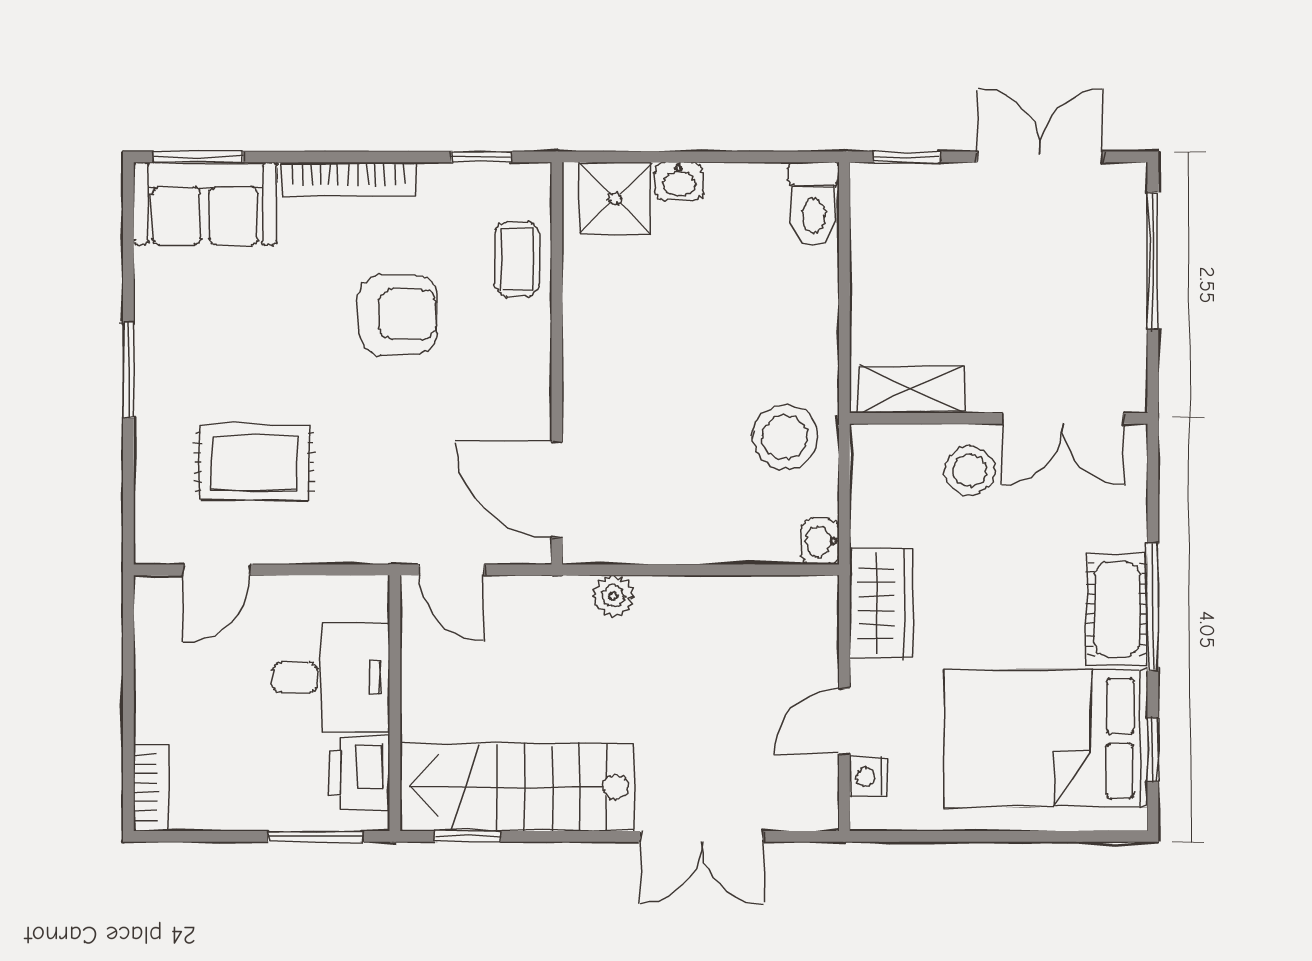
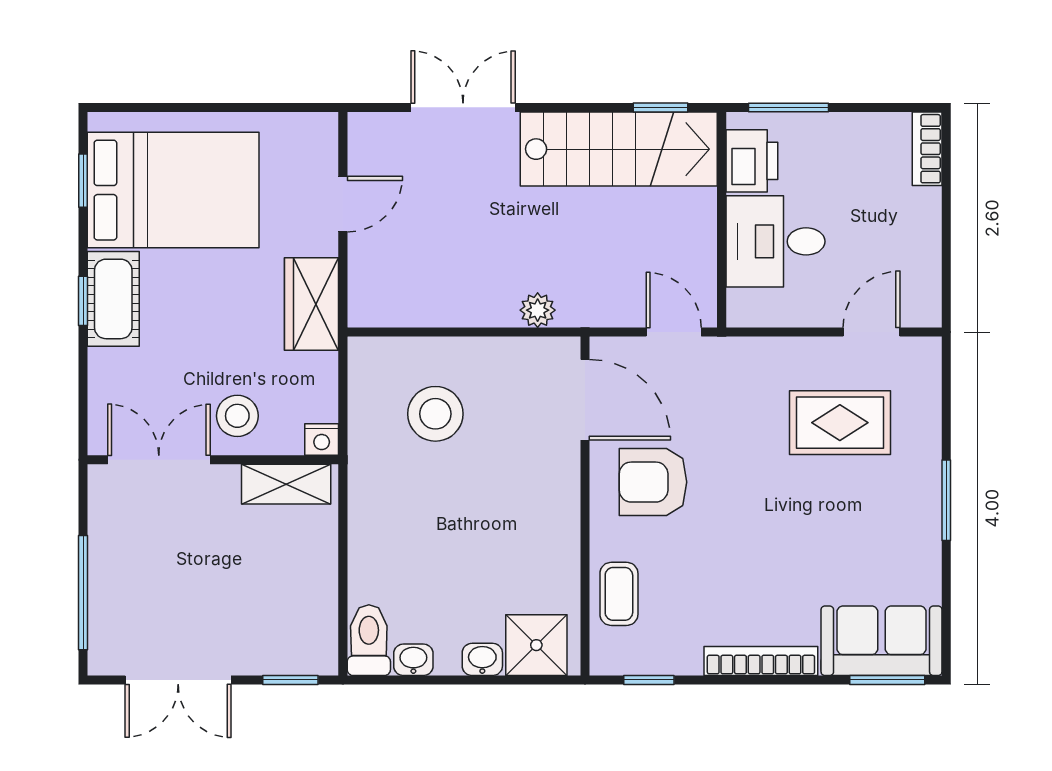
armchair: (398, 314) -> (653, 482), moved
stool: (785, 437) -> (435, 414), moved
washbasin: (820, 541) -> (413, 660), moved, turned -90
window: (1153, 607) -> (83, 301), width x0.46
nightstand: (869, 777) -> (322, 439), moved, turned 90

